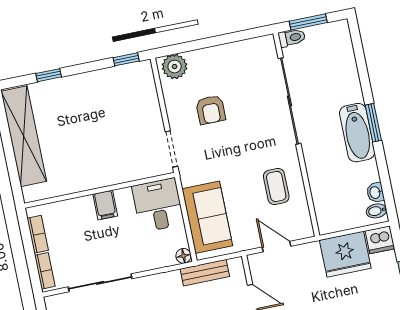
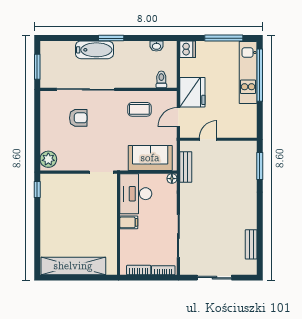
toilet: (292, 38) -> (161, 79), moved
window: (49, 75) -> (37, 242), removed
armchair: (211, 110) -> (78, 118), moved
bathtub: (357, 133) -> (94, 50), moved
desk: (158, 205) -> (136, 194), width x1.37
bidet: (377, 211) -> (169, 48), removed
fridge: (345, 254) -> (192, 92), moved

